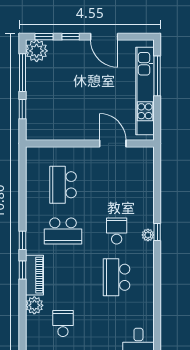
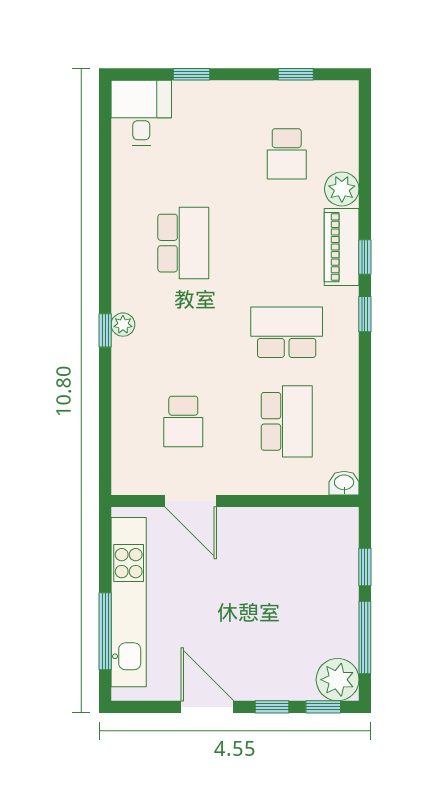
washbasin: (33, 153) -> (344, 483), added
school desk: (117, 231) -> (183, 421), moved

